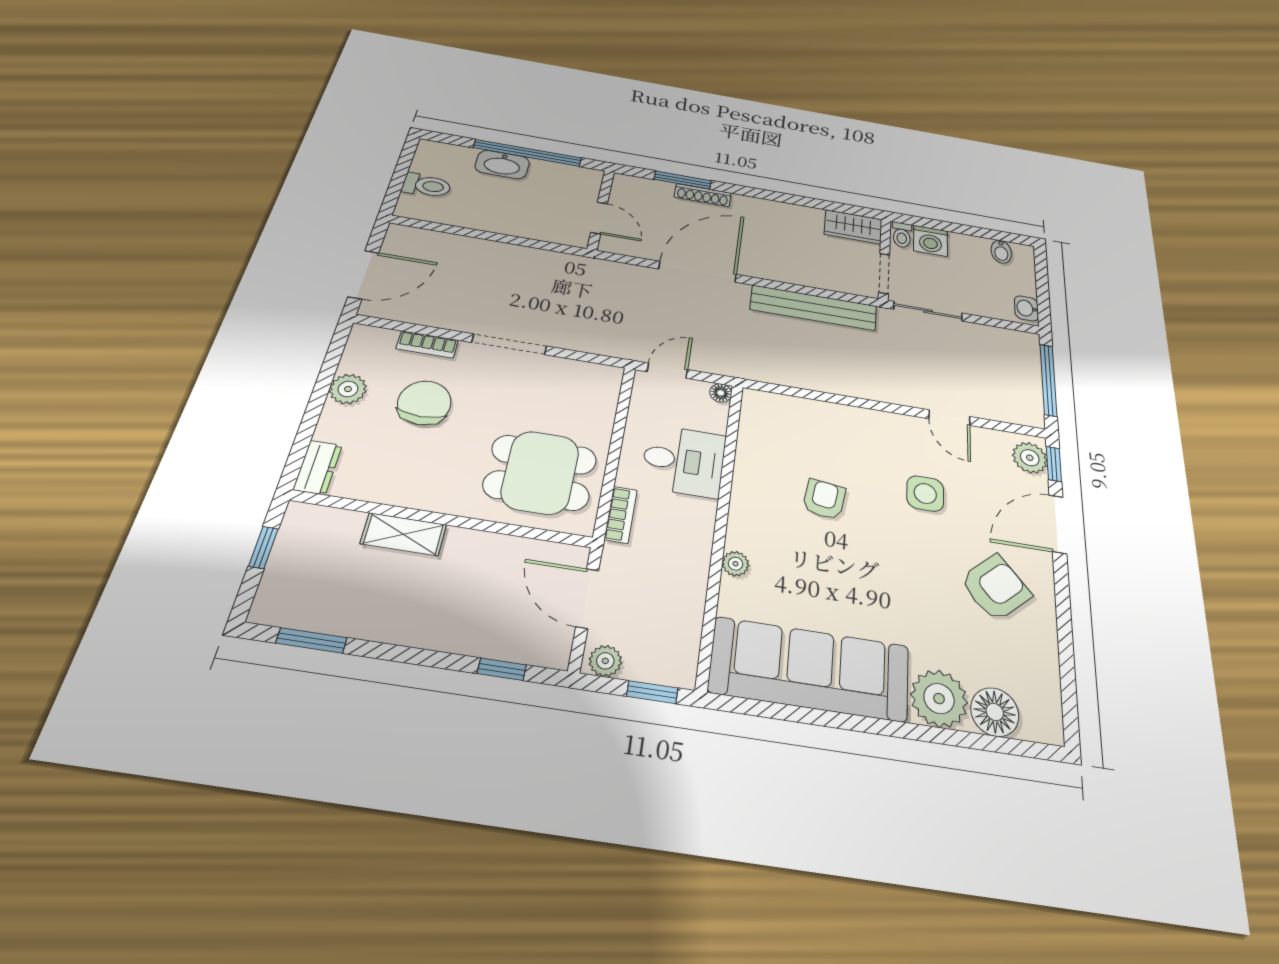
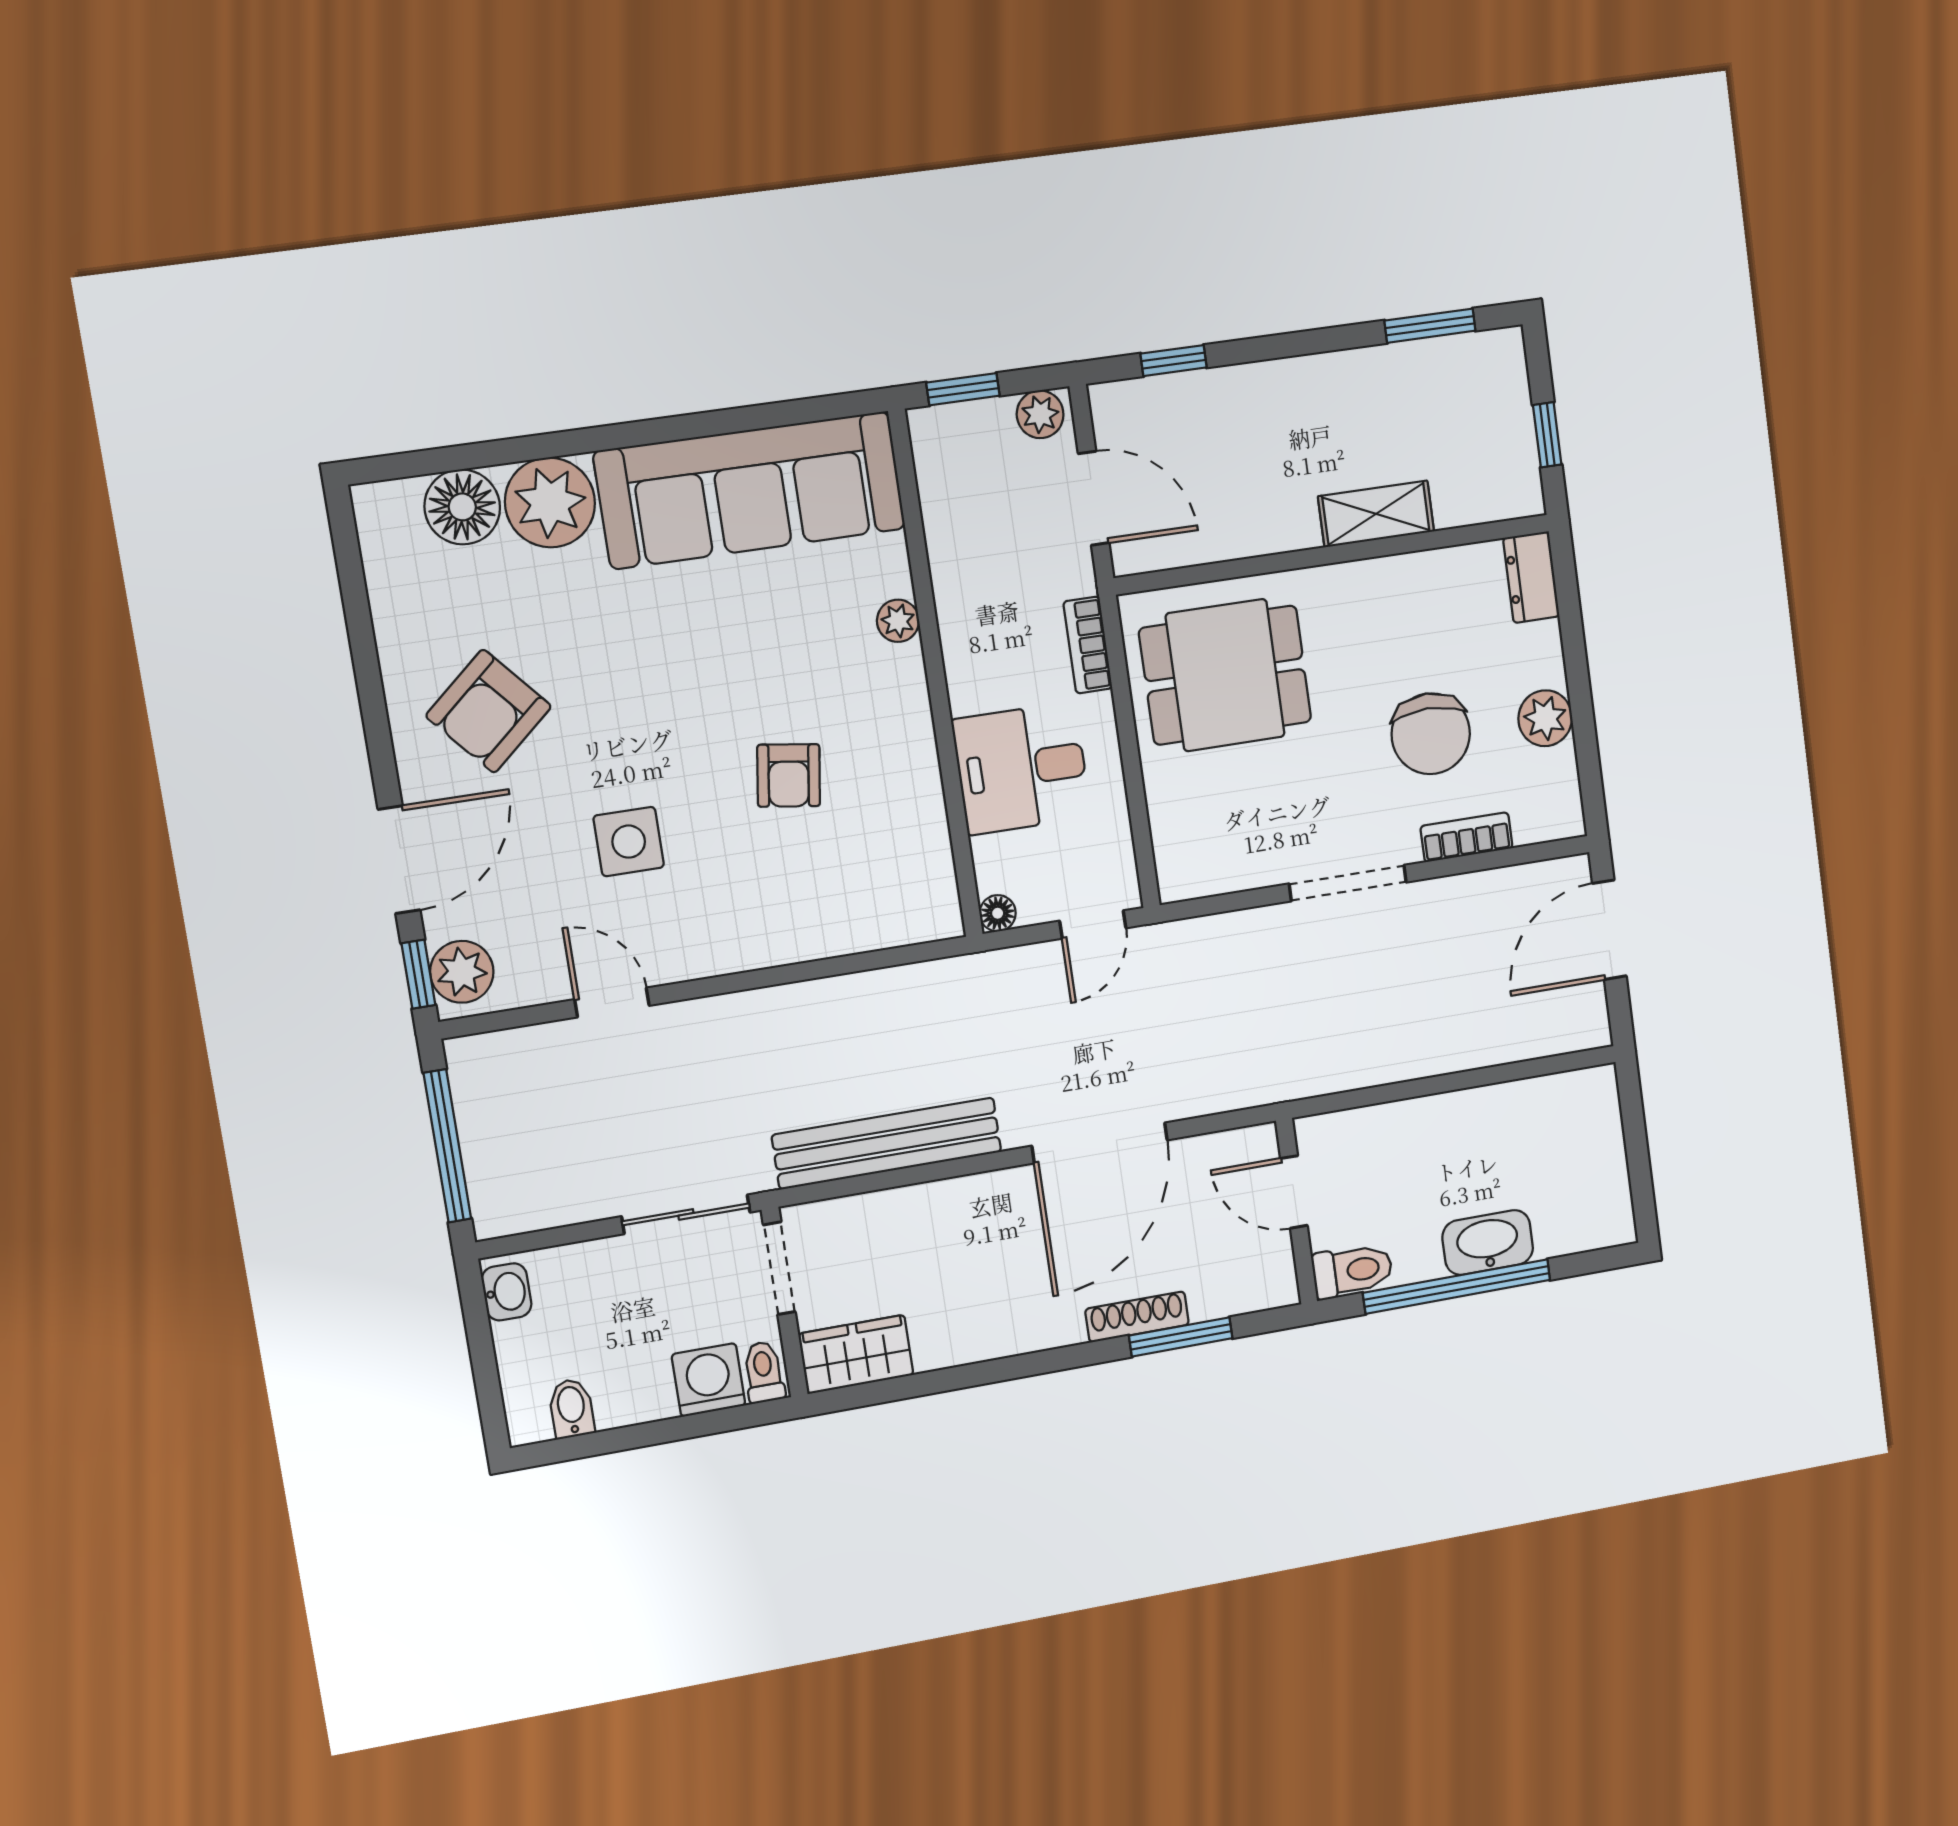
toilet: (427, 185) -> (1352, 1271), moved, turned 180

